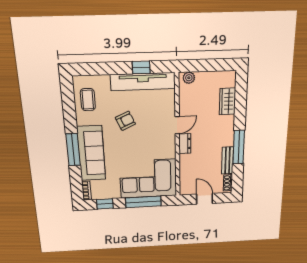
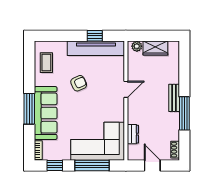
wardrobe: (227, 101) -> (155, 48), moved, turned -90
dresser: (185, 144) -> (133, 134), moved
bench: (228, 160) -> (174, 98), moved

